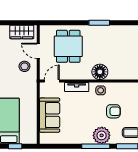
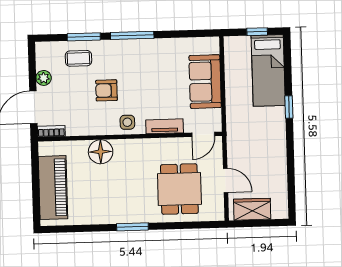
stool: (24, 66) -> (246, 156), removed
floor lamp: (100, 72) -> (101, 152), moved
plant: (102, 135) -> (124, 53), removed

